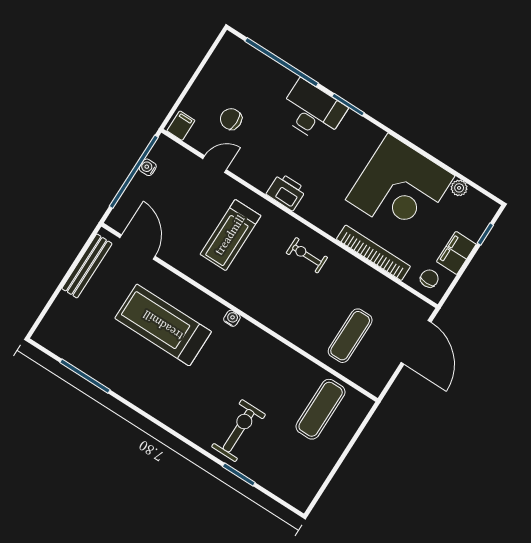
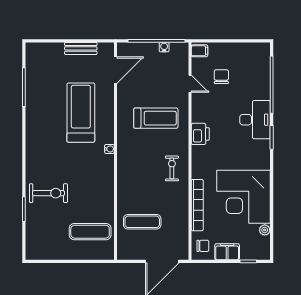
treadmill: (230, 235) -> (156, 118), turned 180
bench: (87, 266) -> (81, 48), width x0.73

